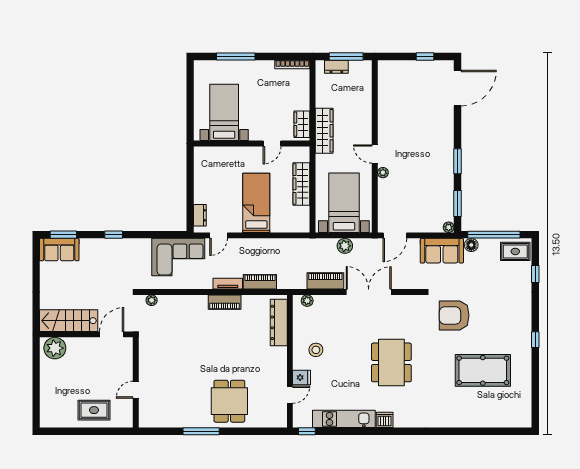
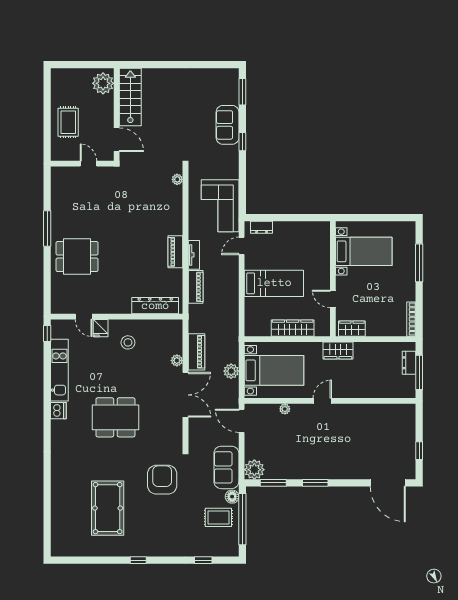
wardrobe: (324, 131) -> (338, 351), width x0.67
plant: (383, 173) -> (285, 409), moved
plant: (449, 227) -> (254, 470), width x1.87, depth x1.87
door: (219, 235) -> (242, 246), hinge flipped
sofa: (59, 250) -> (228, 125), moved
rug: (515, 251) -> (218, 517), moved, turned 90
plant: (307, 301) -> (177, 360), moved
stairs: (69, 321) -> (130, 97), moved
wall: (86, 334) -> (117, 115), moved
door: (112, 334) -> (117, 140), moved
plant: (55, 348) -> (103, 83), moved

